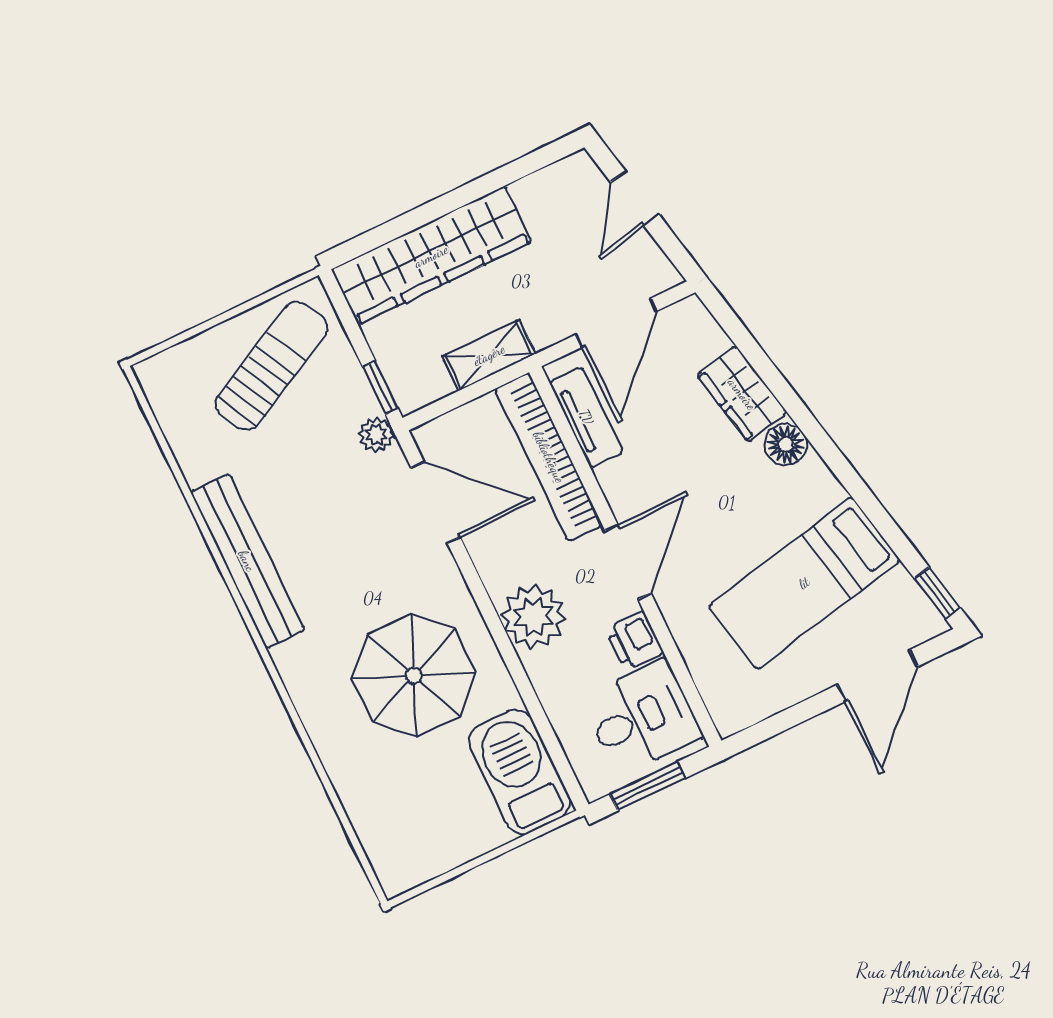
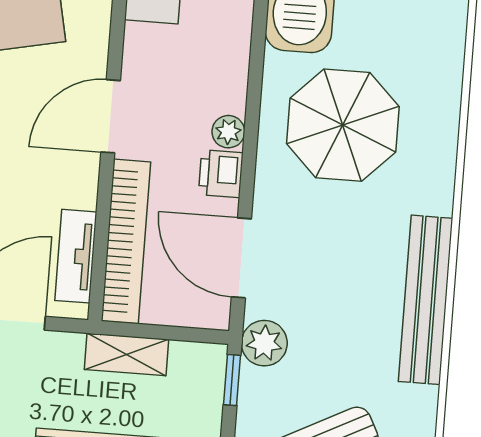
plant: (376, 435) -> (264, 343), width x1.38, depth x1.38
plant: (533, 617) -> (228, 132), width x0.53, depth x0.53
printer: (635, 641) -> (221, 174), moved, turned 180

